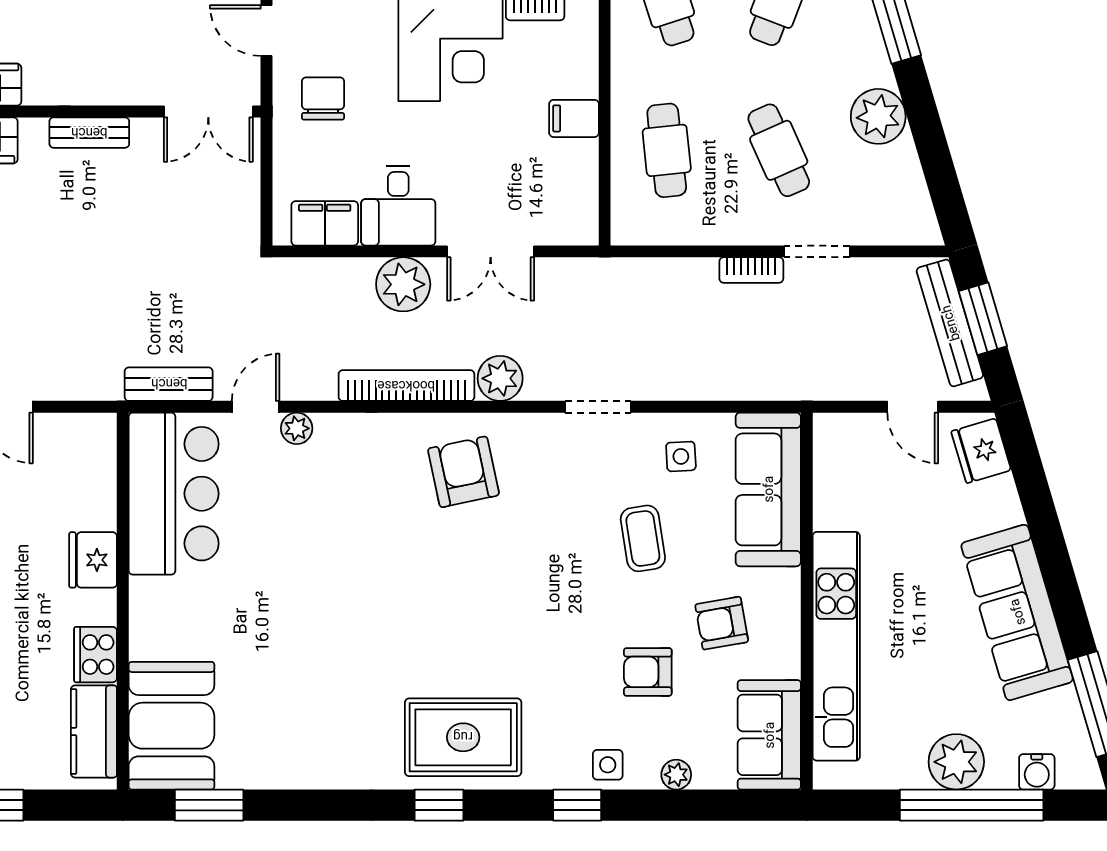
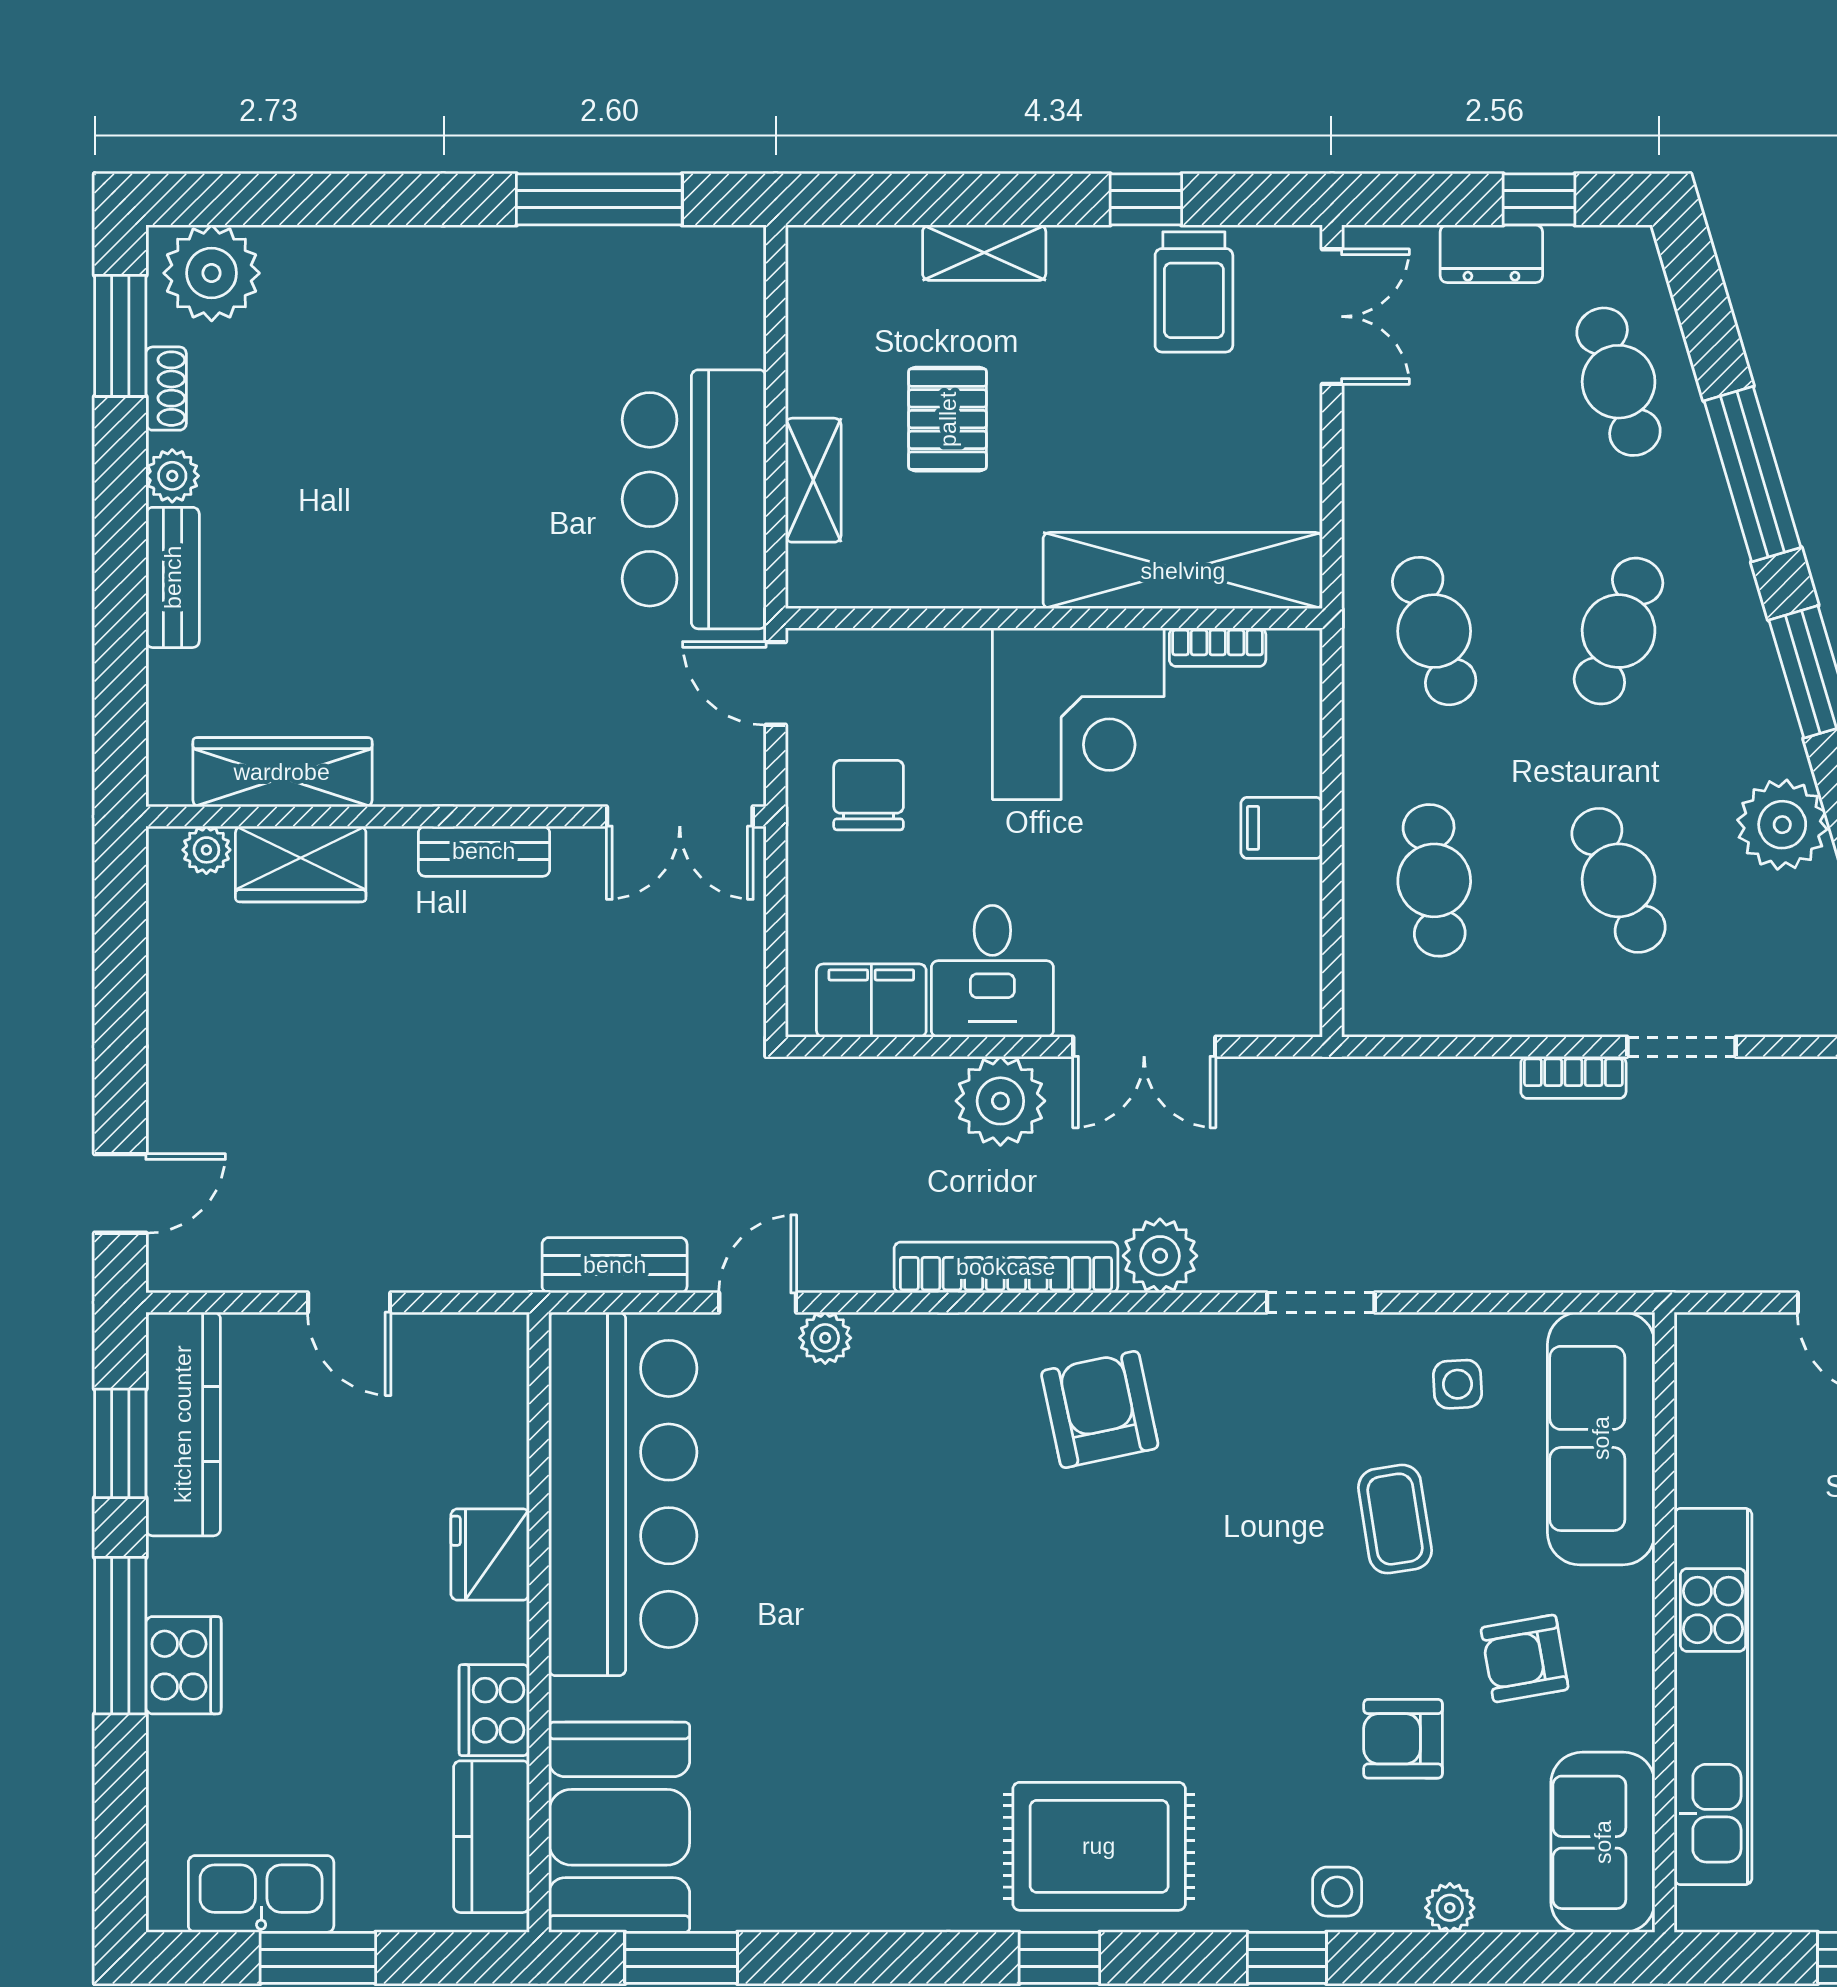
bar counter: (174, 494) -> (623, 1494), width x1.36

